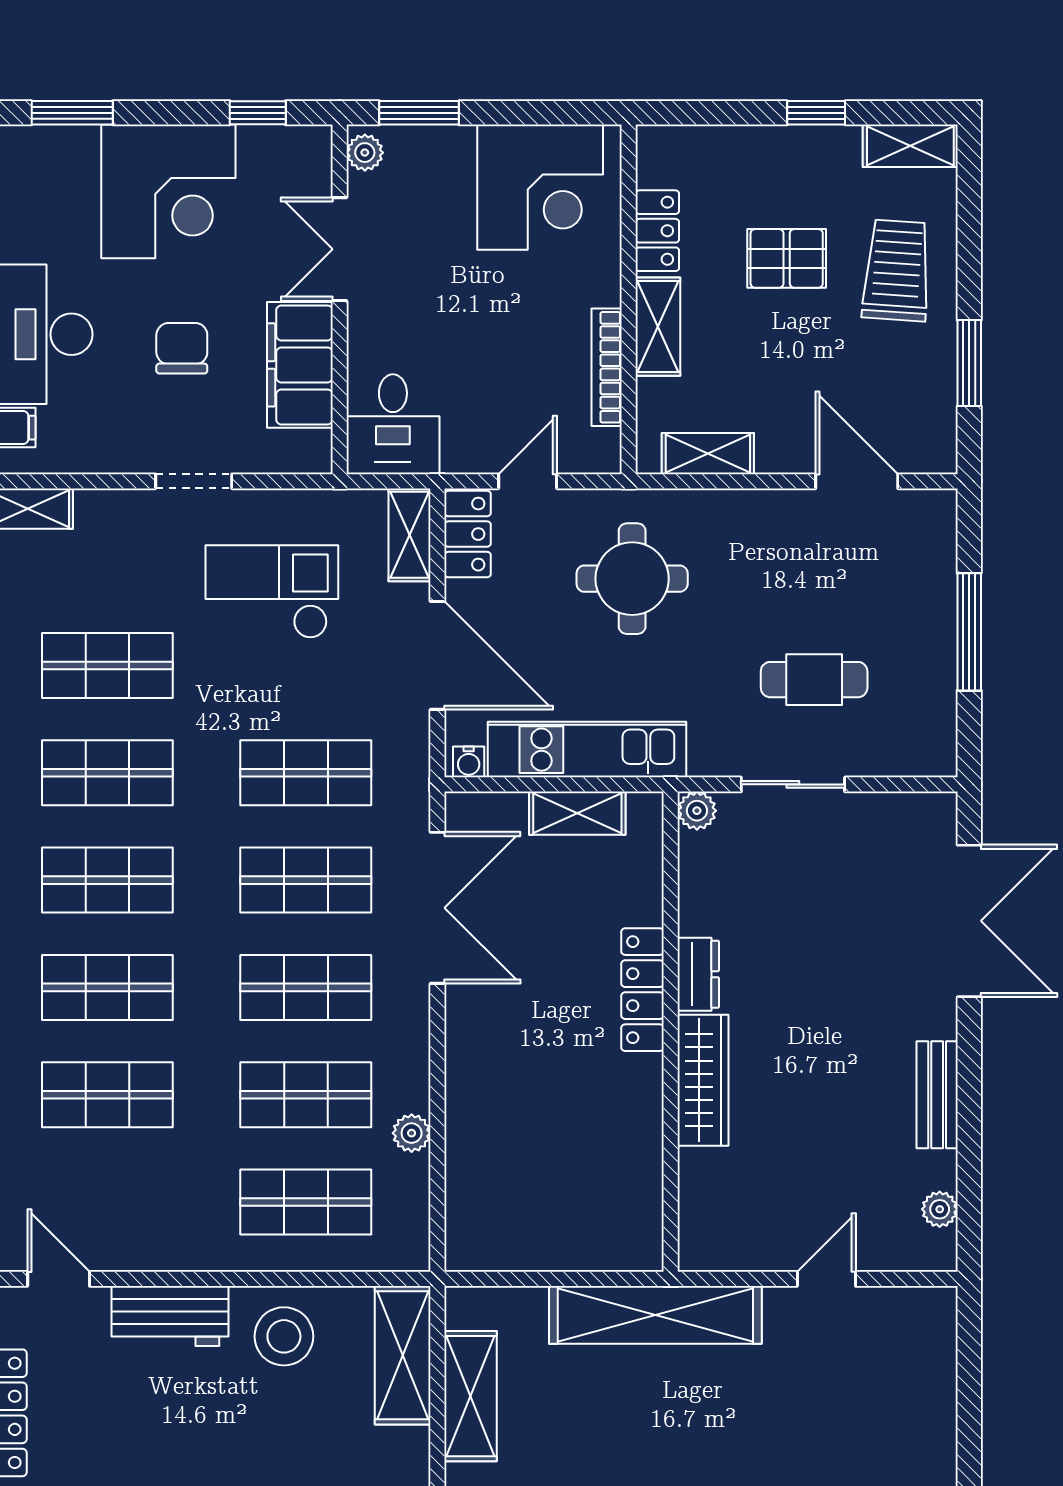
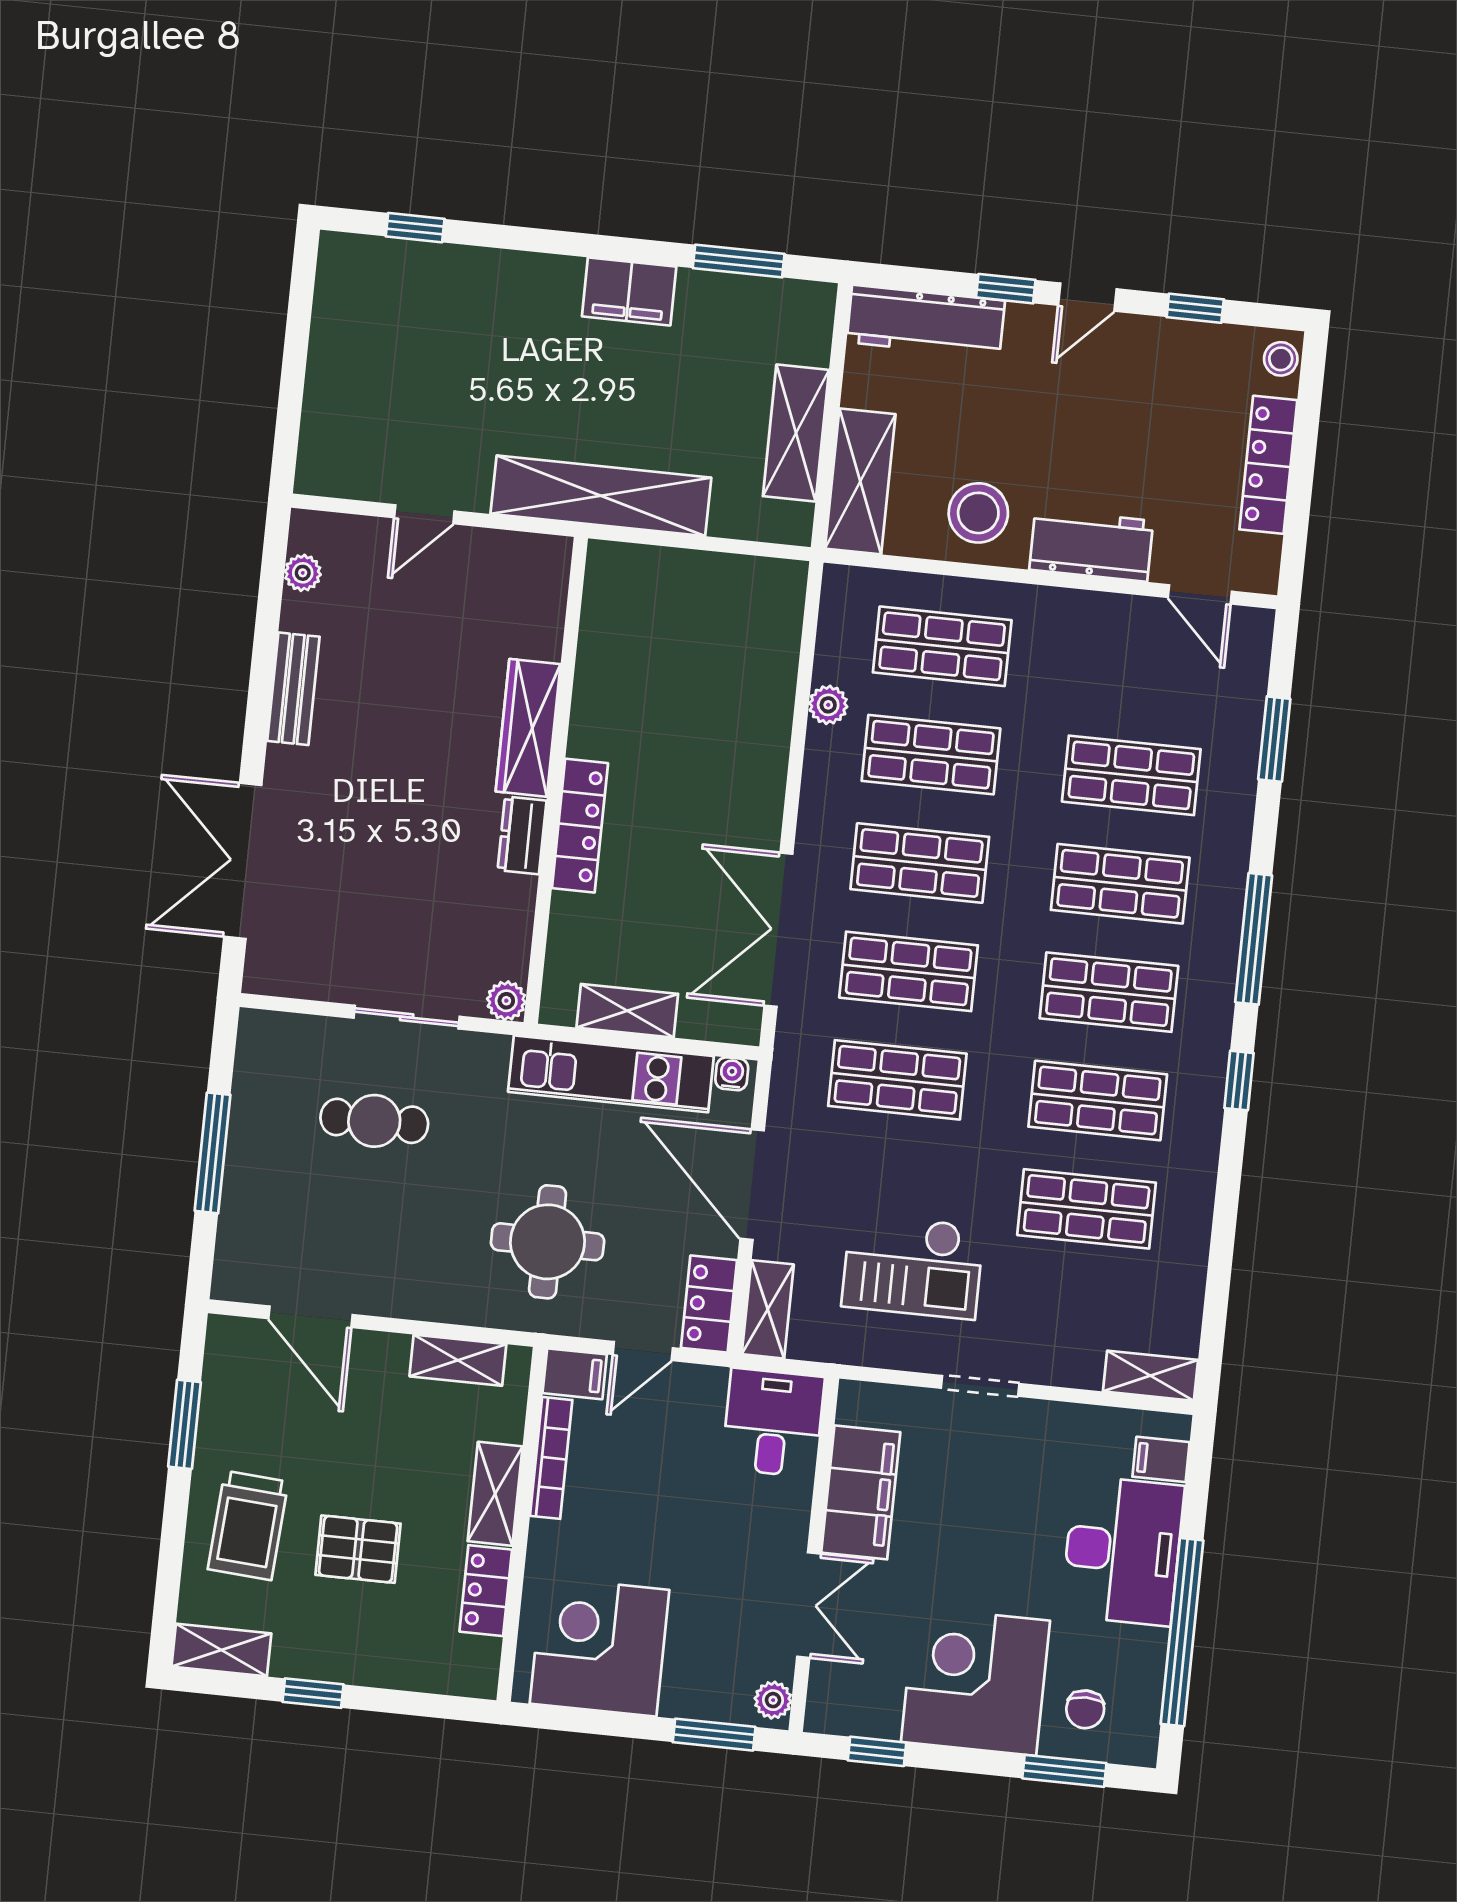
chair: (182, 348) -> (1085, 1709), moved, width x0.73, depth x0.73
filing cabinet: (592, 452) -> (575, 1374), added

